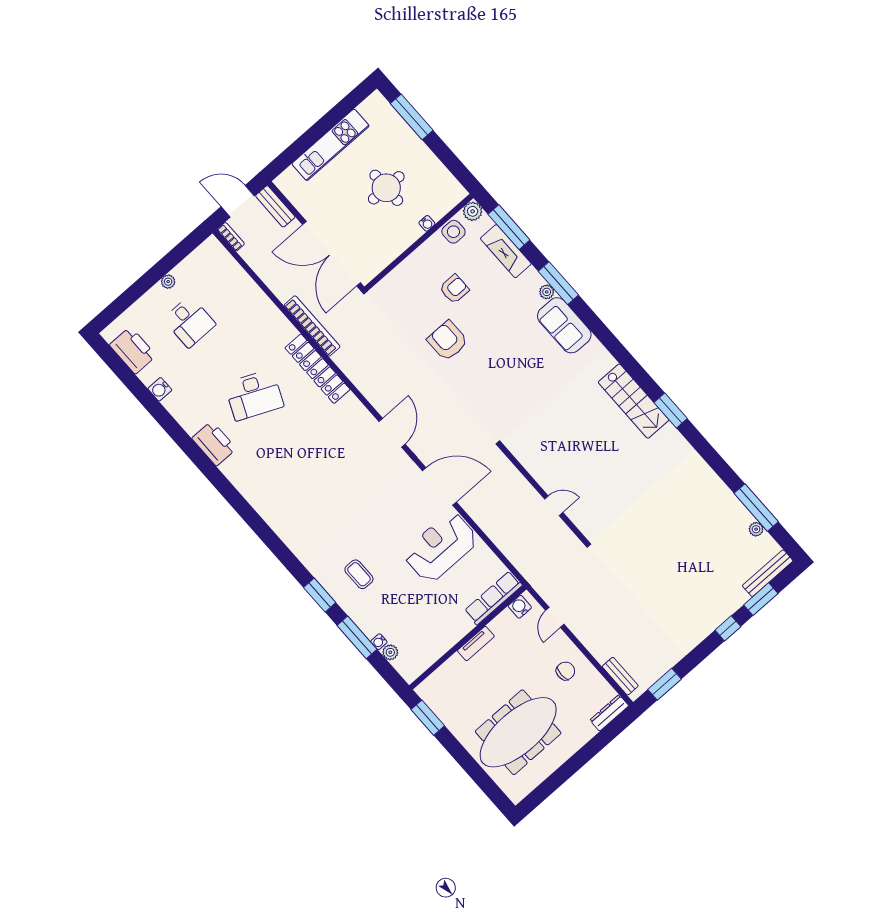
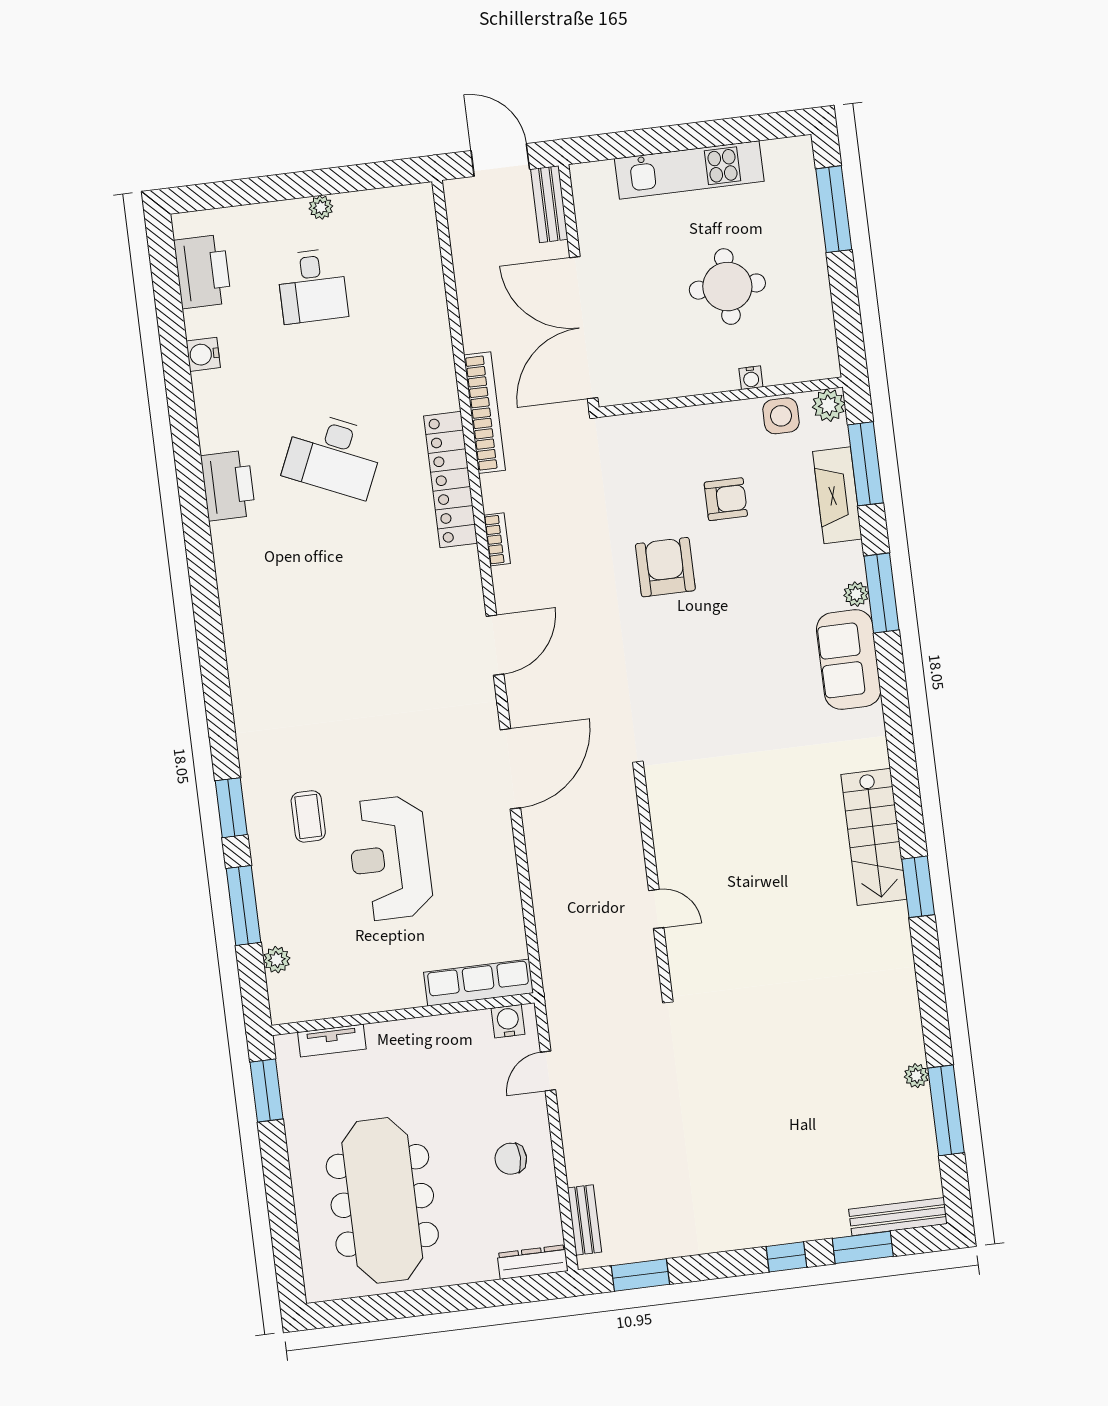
bookcase: (231, 237) -> (497, 539), moved
door: (439, 486) -> (510, 769), hinge flipped
plant: (756, 529) -> (916, 1076), moved
reception desk: (441, 547) -> (390, 858), moved, turned -90
water cooler: (379, 642) -> (271, 933), removed
tv unit: (476, 643) -> (332, 1041), moved
chair: (566, 671) -> (511, 1159), turned 180
meeting table: (518, 732) -> (382, 1200), turned 90

